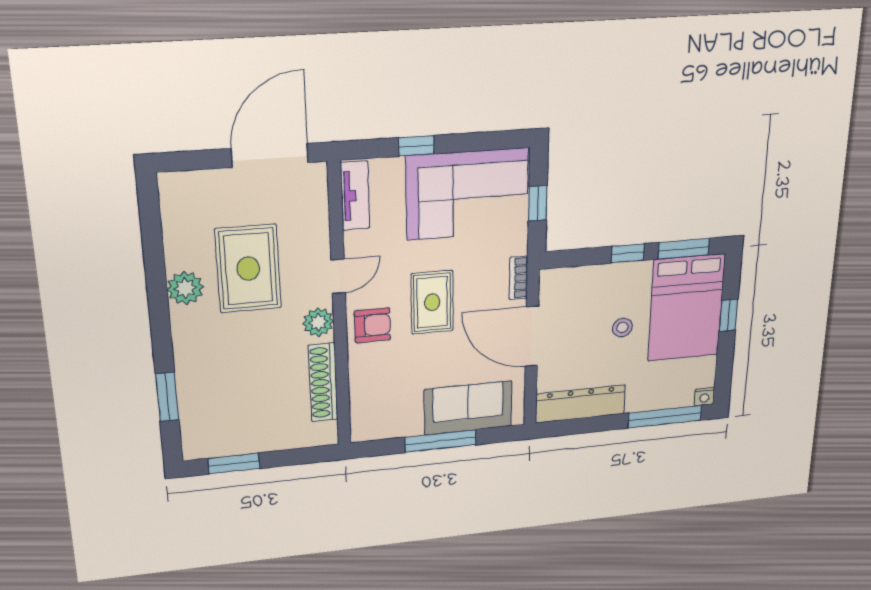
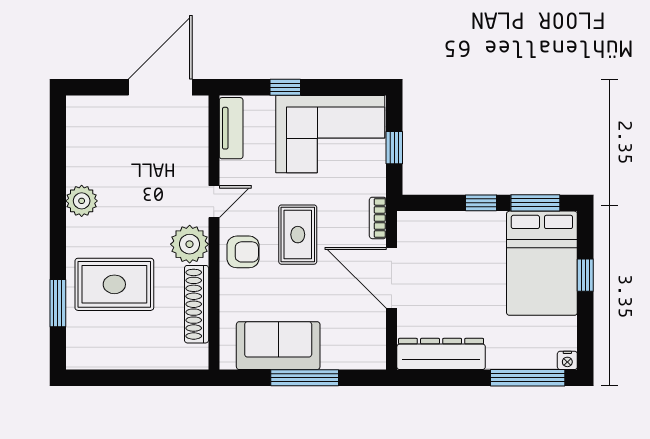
rug: (248, 269) -> (114, 284), moved, turned 90
plant: (318, 322) -> (190, 244), width x1.36, depth x1.36
stool: (622, 327) -> (479, 277), removed
sofa: (468, 408) -> (278, 346), moved
window: (234, 463) -> (111, 378), removed

